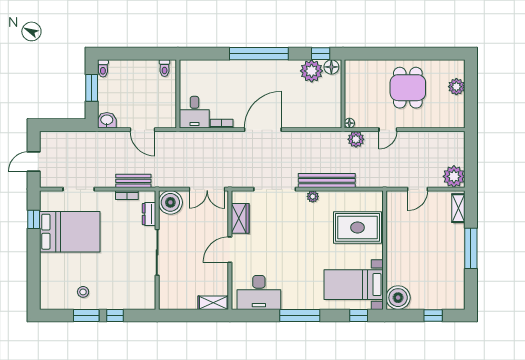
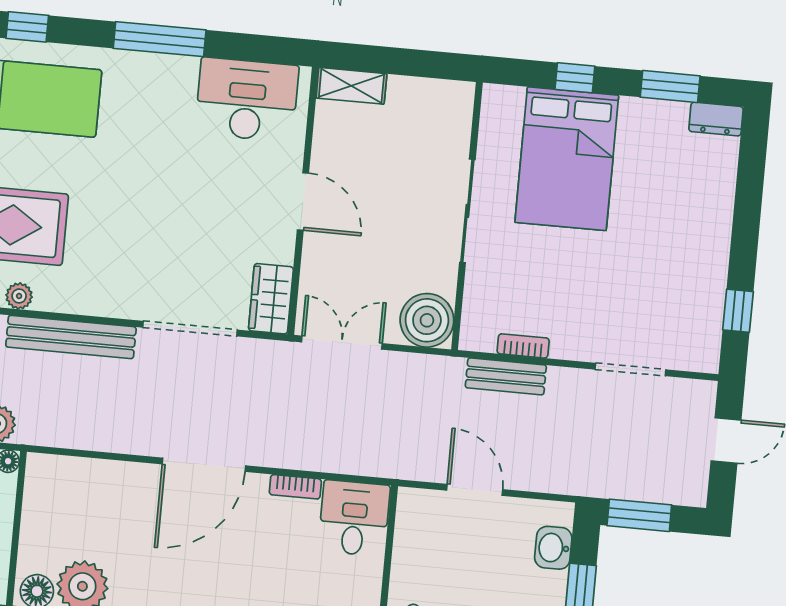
washbasin: (107, 120) -> (553, 548), moved, turned 90
window: (69, 125) -> (639, 515), added
plant: (313, 196) -> (19, 296), moved
dresser: (149, 214) -> (716, 119), moved, turned 90
wardrobe: (240, 218) -> (271, 299), moved
bed: (70, 232) -> (567, 159), moved, turned -90
door: (230, 250) -> (303, 202), hinge flipped
stool: (83, 292) -> (642, 137), removed
window: (86, 315) -> (670, 86), moved

